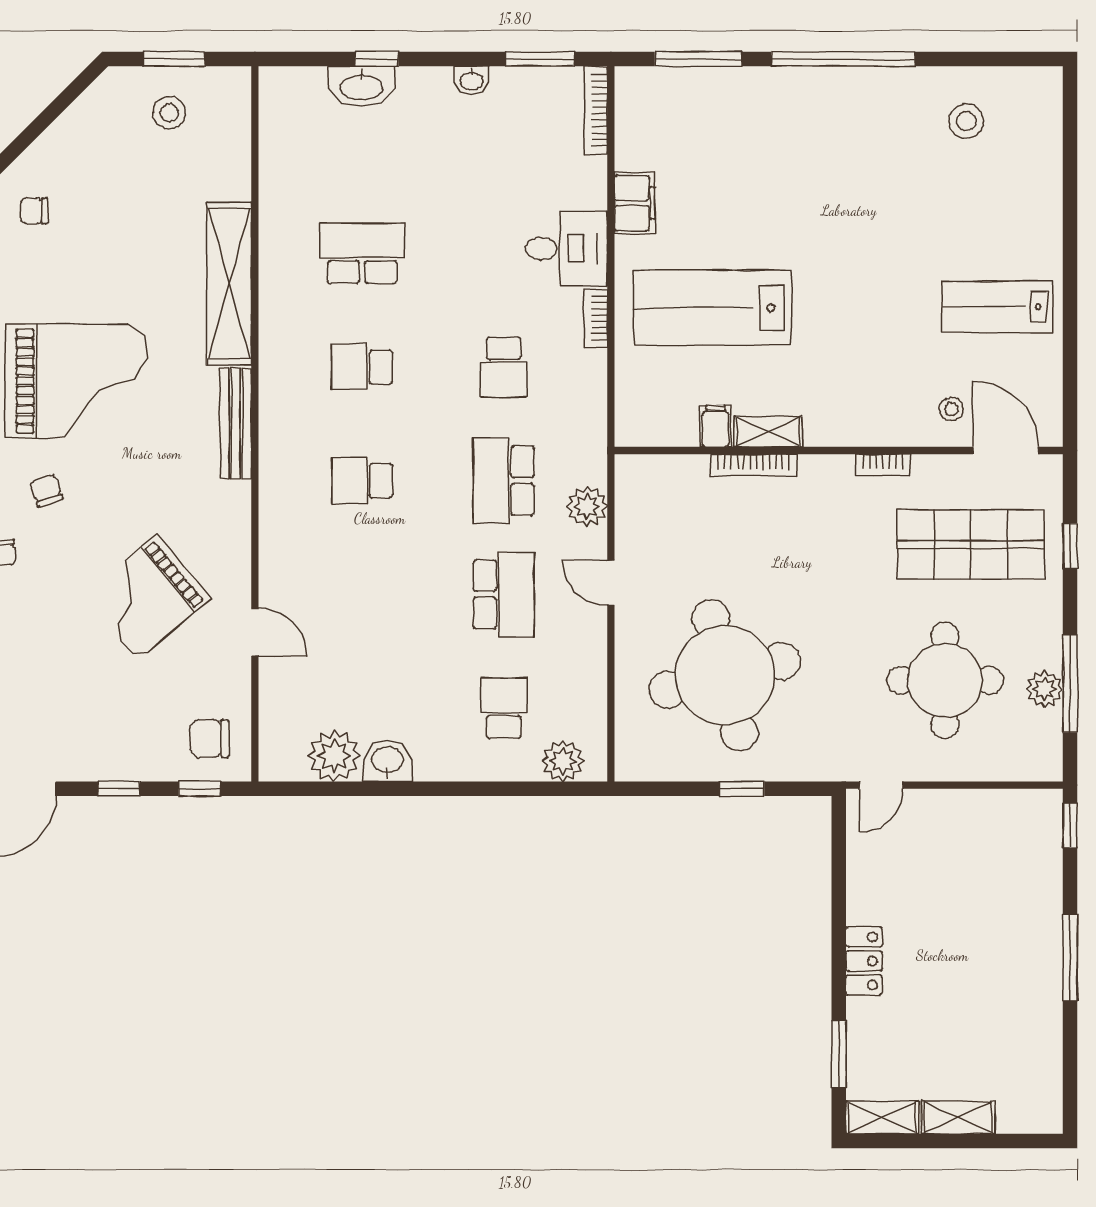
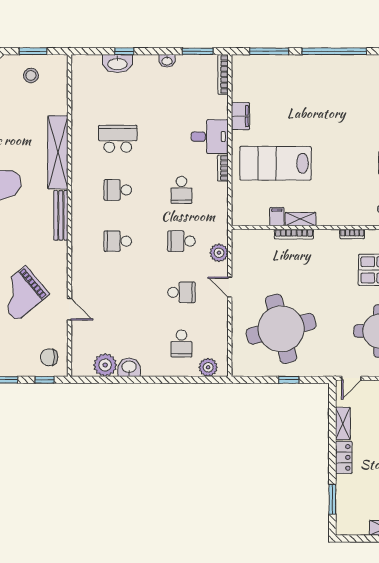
school desk: (504, 481) -> (181, 241), width x0.54
school desk: (504, 594) -> (181, 292), width x0.54
school desk: (504, 708) -> (181, 344), turned 180
shelving: (882, 1118) -> (343, 423), moved, turned 90

